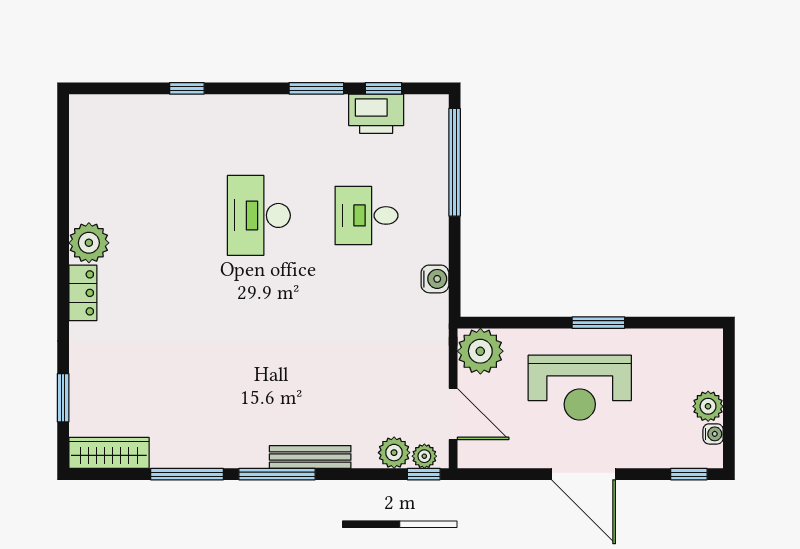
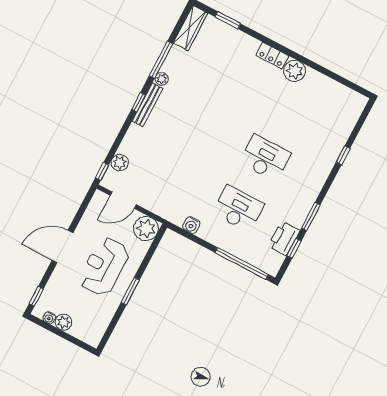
desk: (367, 215) -> (238, 209), width x1.37
plant: (424, 456) -> (162, 79), moved
bench: (310, 457) -> (148, 105), moved
window: (277, 474) -> (139, 102), width x0.46

